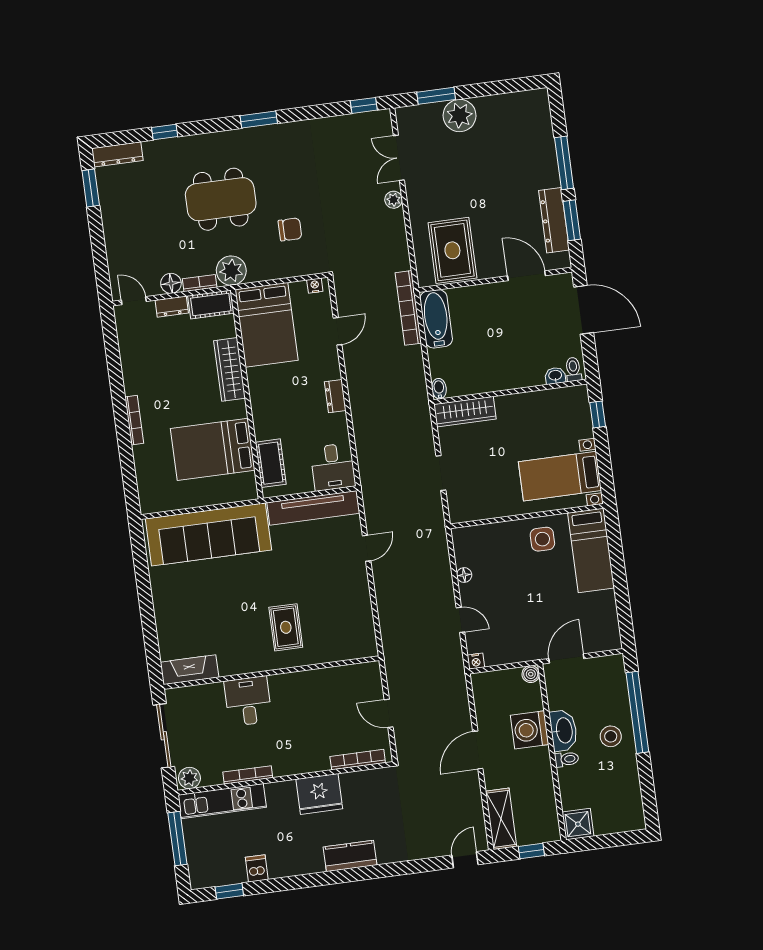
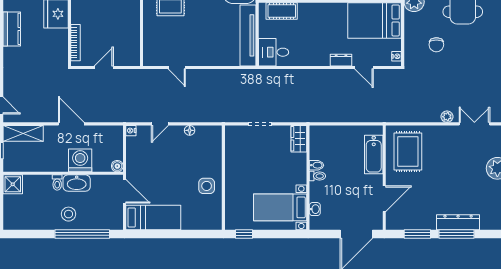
dresser: (554, 220) -> (458, 222), moved
rug: (452, 250) -> (408, 152), turned 90
bookcase: (408, 308) -> (373, 117), removed
bathtub: (436, 319) -> (374, 154), moved, turned 90
toilet: (573, 369) -> (317, 176), moved
bidet: (439, 389) -> (317, 165), moved
dresser: (335, 396) -> (341, 60), moved
wardrobe: (465, 412) -> (299, 139), width x0.67
window: (598, 414) -> (244, 234), moved
bed with nightstands: (560, 476) -> (280, 207), moved, turned -90
door: (367, 548) -> (177, 67), moved
bed: (591, 550) -> (153, 217), moved, turned 180

